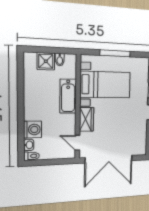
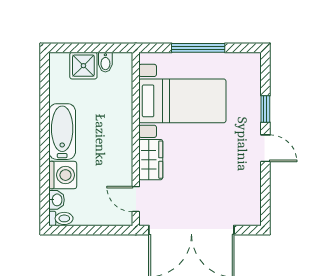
bathtub: (68, 96) -> (62, 132), moved, turned 180

